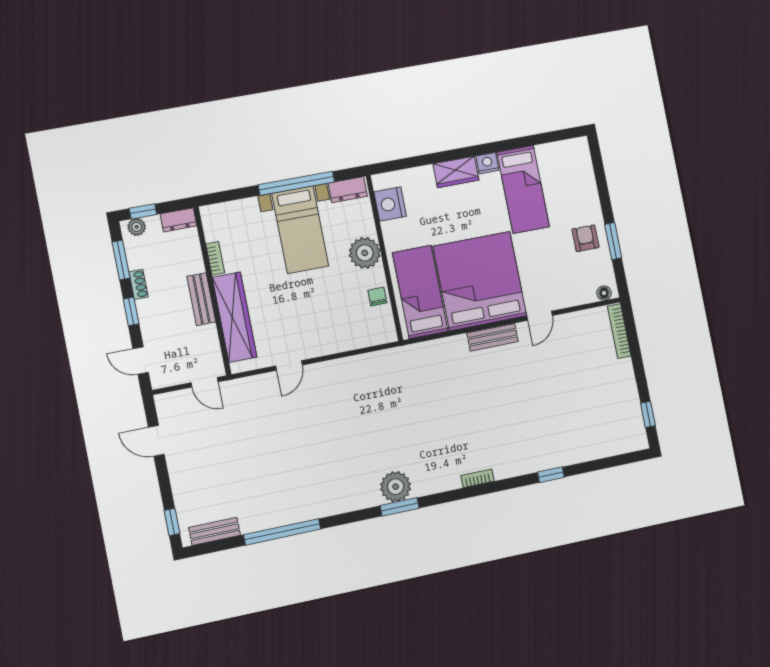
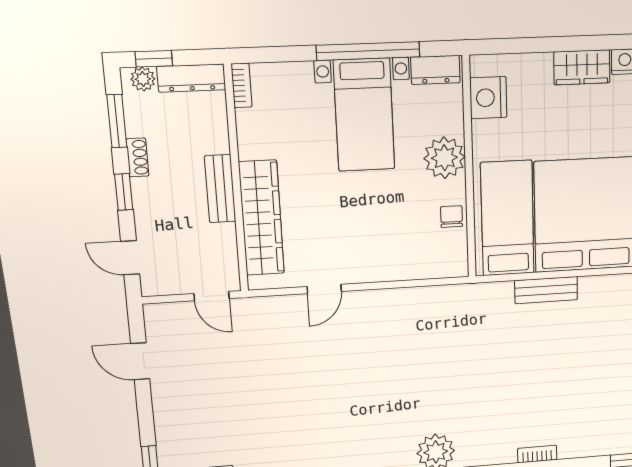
dresser: (179, 220) -> (191, 78), width x1.44
bookcase: (215, 258) -> (241, 85), moved
bench: (493, 337) -> (546, 290), moved

